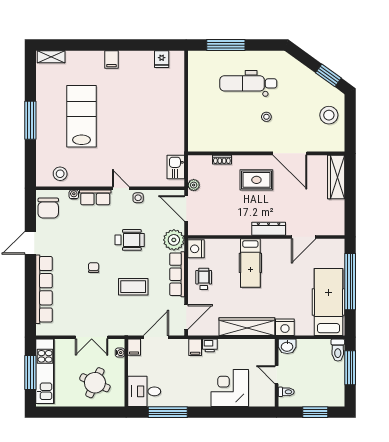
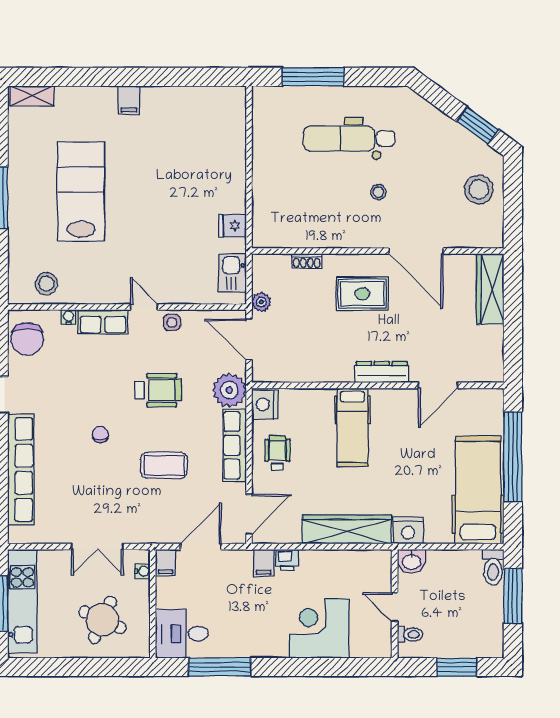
fridge: (162, 59) -> (233, 226), moved, turned 90

